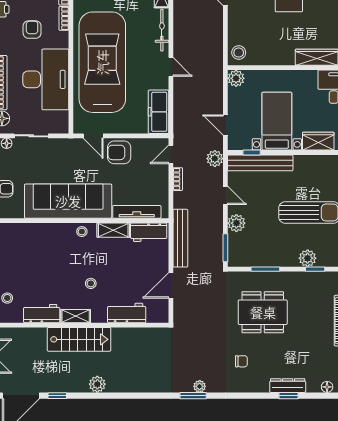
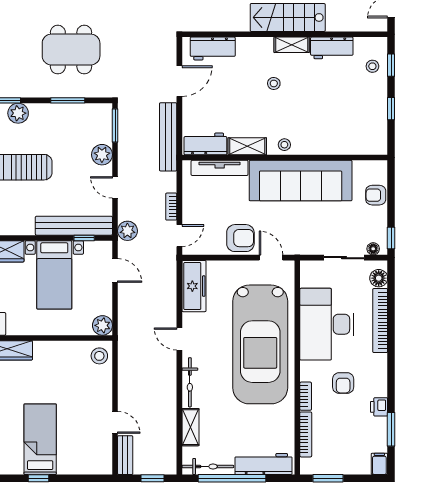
workbench: (127, 313) -> (213, 49), moved

